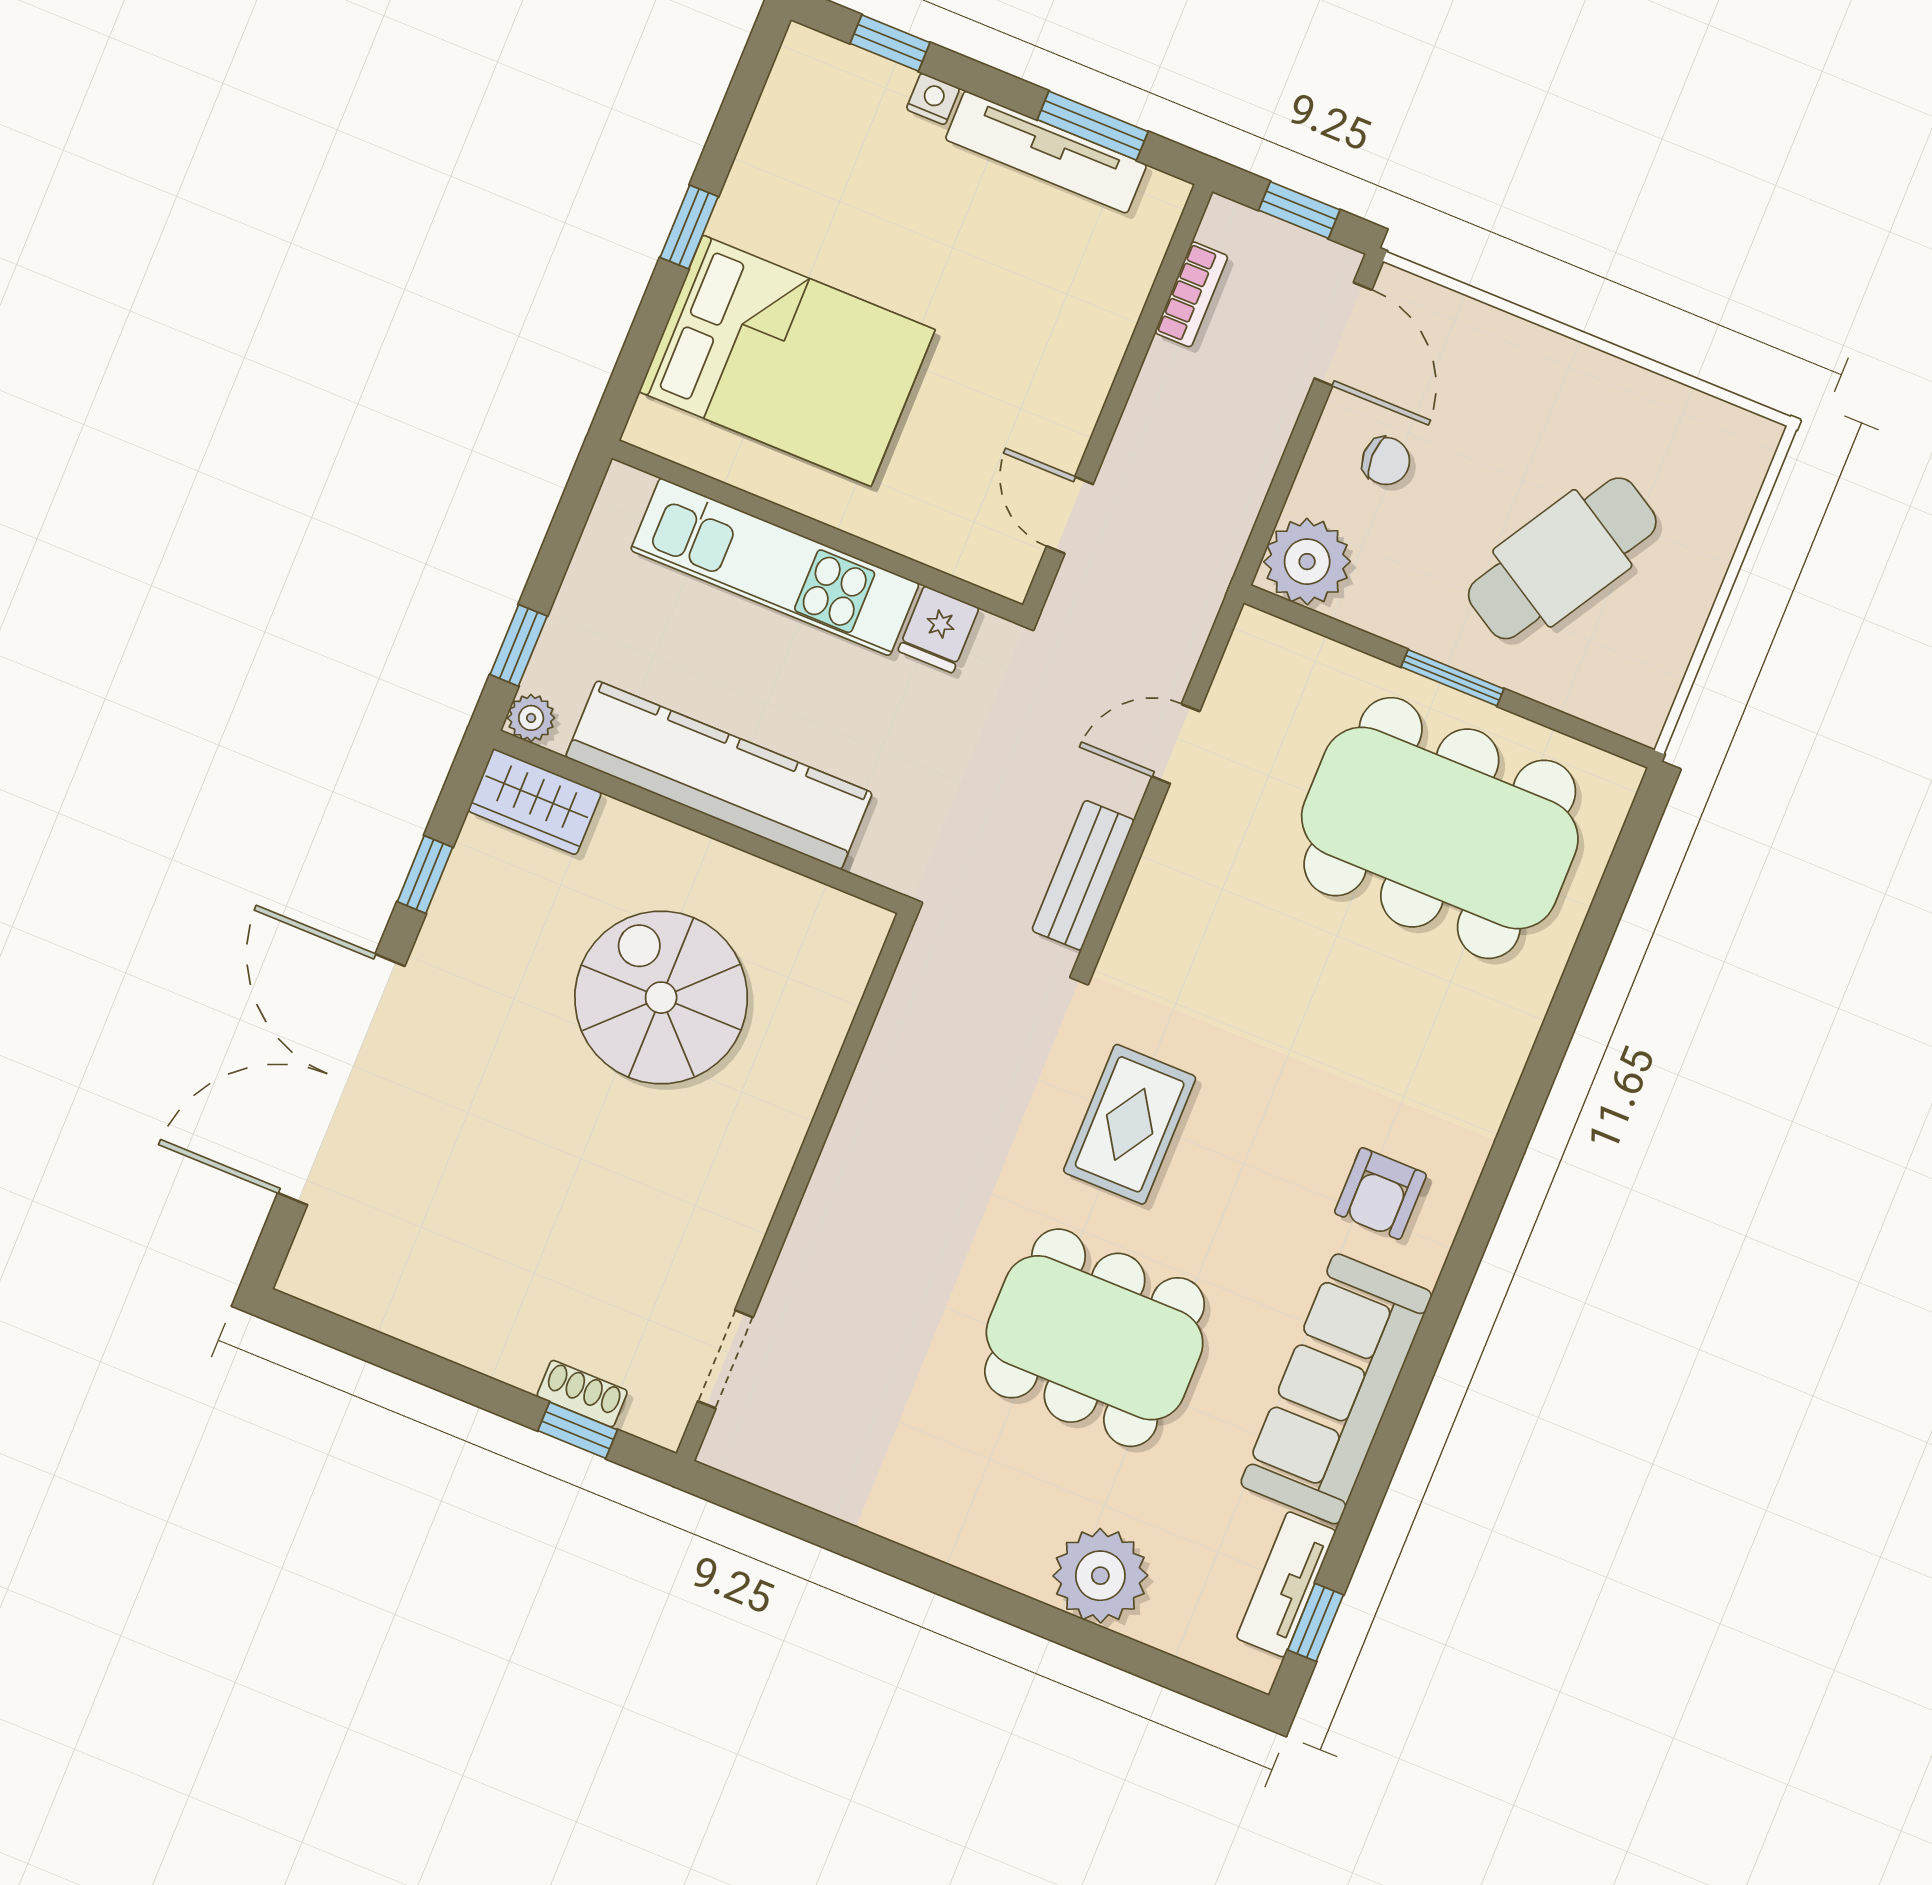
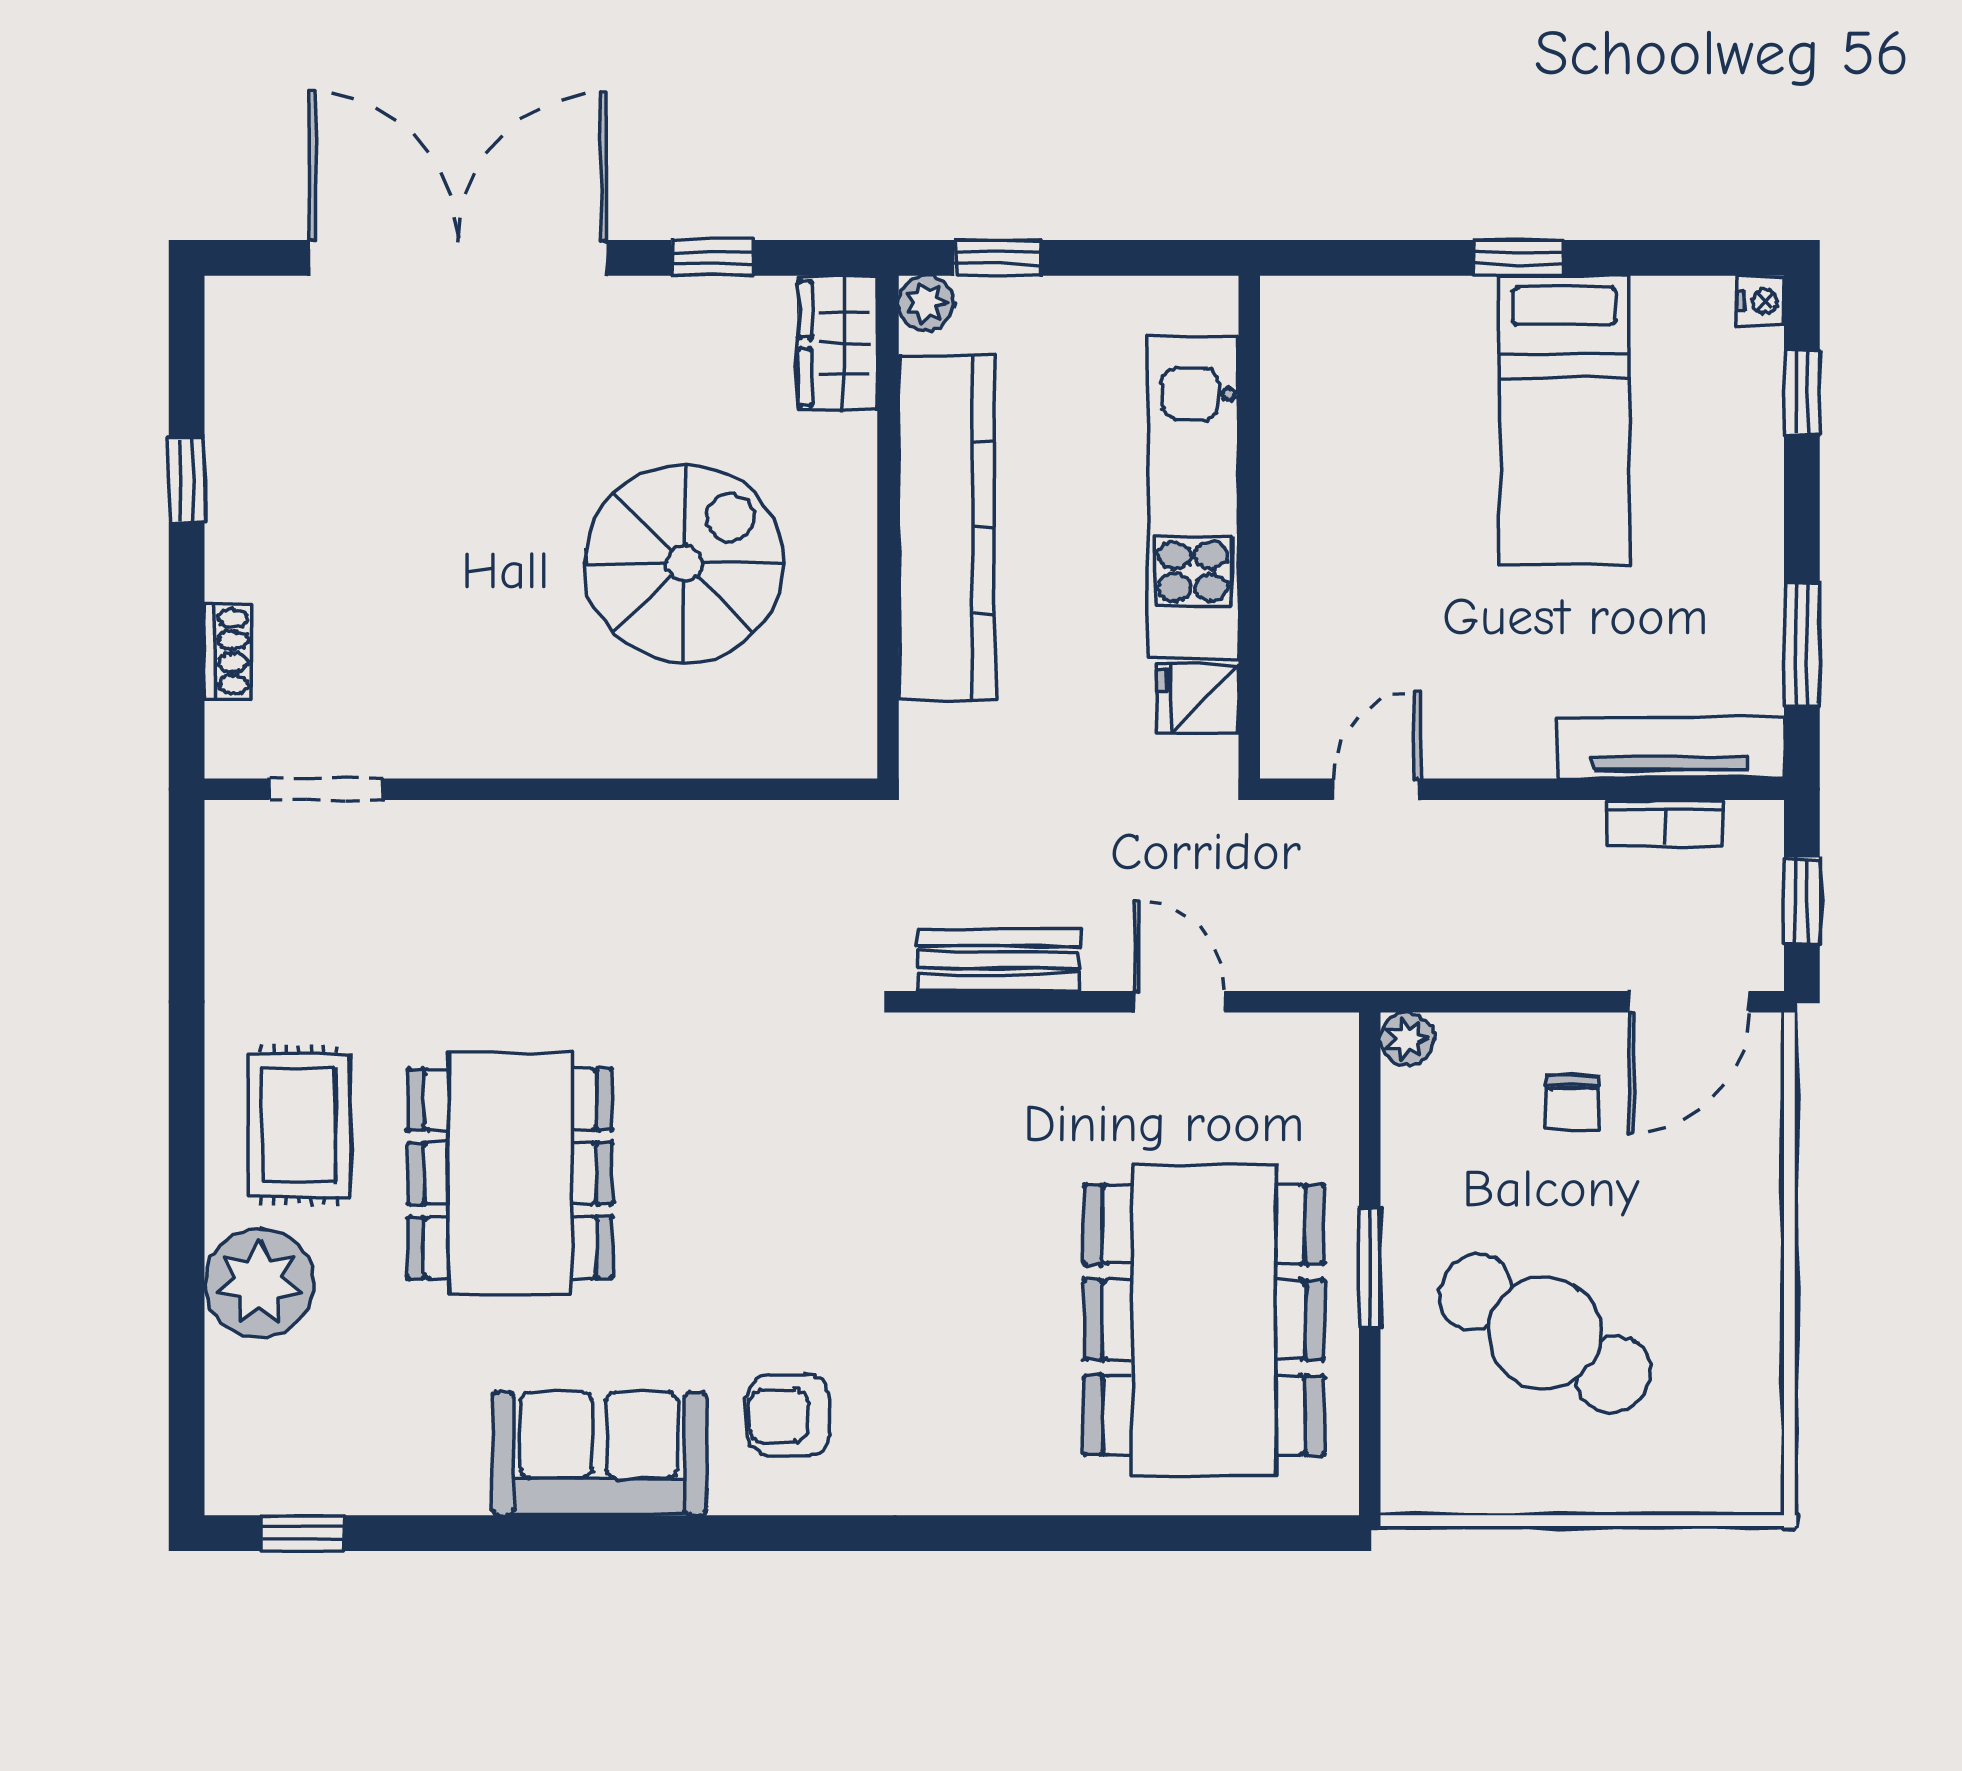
nightstand: (933, 99) -> (1761, 301), moved
tv unit: (1046, 152) -> (1671, 748), moved, turned 90
bed: (787, 361) -> (1564, 420), moved, width x0.67
plant: (1307, 562) -> (1407, 1039), width x0.53, depth x0.53
rug: (1130, 1124) -> (299, 1125), moved, turned 90
sofa: (1336, 1389) -> (599, 1454), width x0.73
window: (578, 1430) -> (187, 480), moved
tv unit: (1286, 1584) -> (330, 1485), removed

